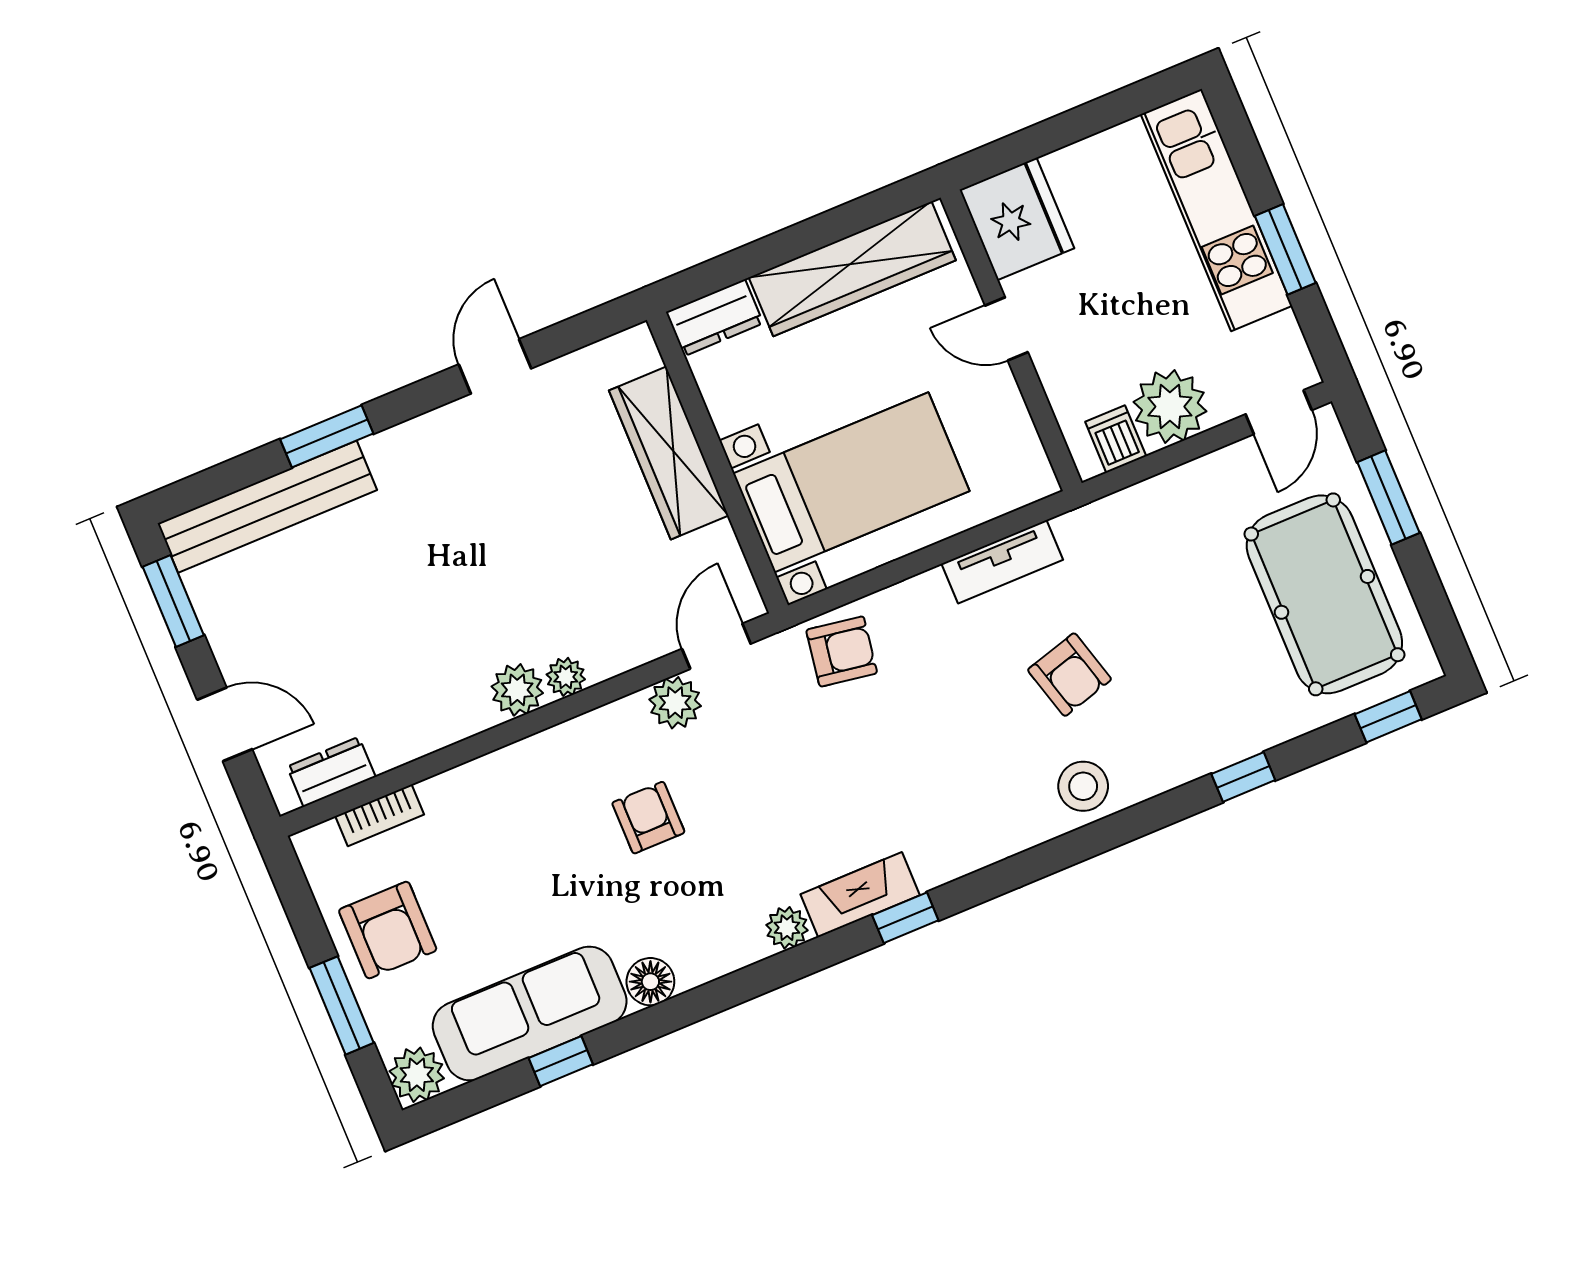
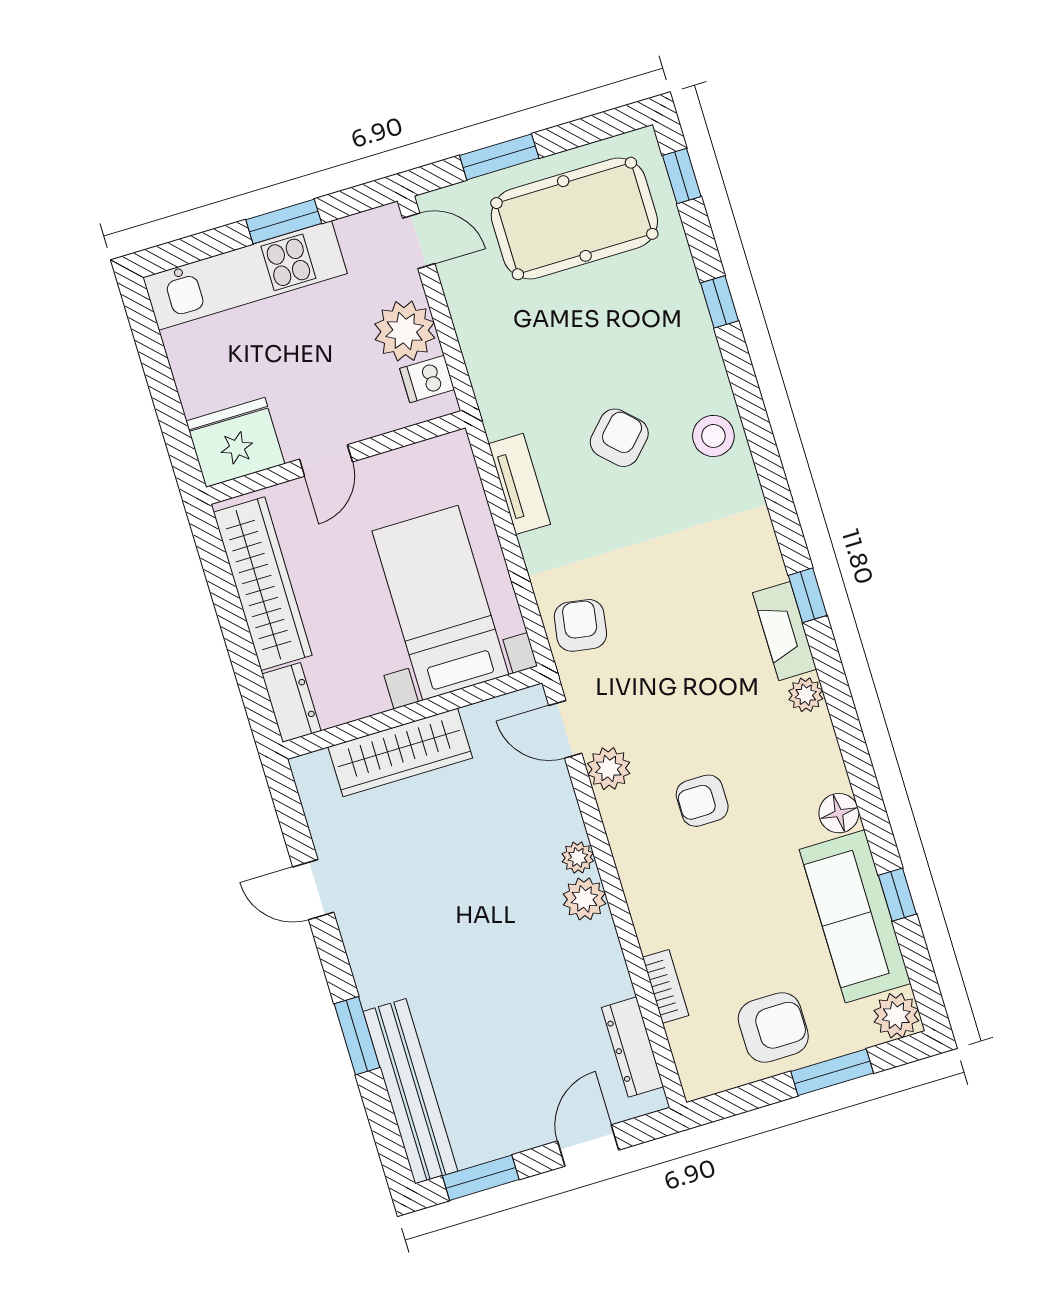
armchair: (1070, 675) -> (619, 438), turned -30
dresser: (331, 772) -> (633, 1047), width x1.44
bookcase: (380, 815) -> (666, 986), moved

